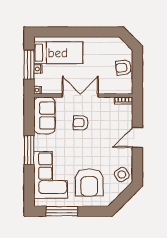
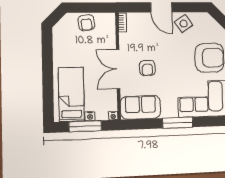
side table: (122, 175) -> (184, 24), moved

